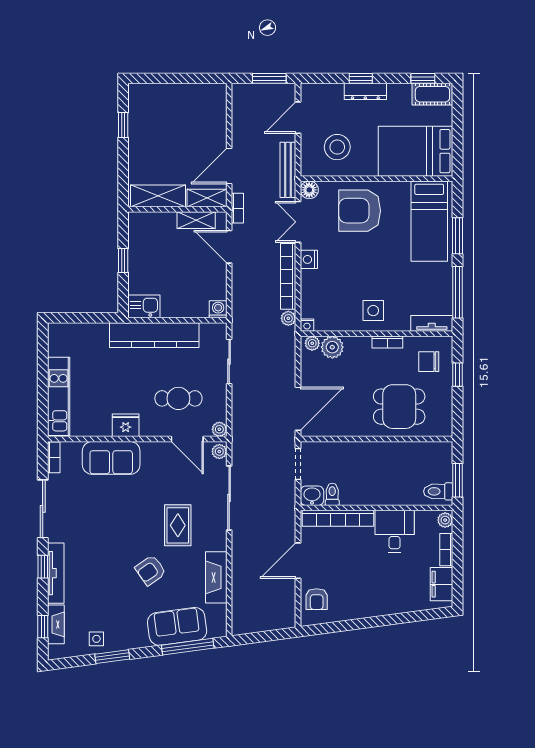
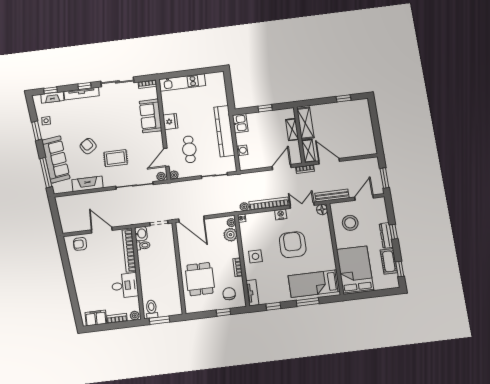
cot: (432, 94) -> (389, 261), moved
door: (298, 118) -> (364, 198), hinge flipped
armchair: (360, 211) -> (293, 245), moved
shelving: (196, 220) -> (292, 130), moved
window: (458, 292) -> (273, 306), width x0.46
washing machine: (218, 309) -> (242, 150), moved
sofa: (177, 626) -> (56, 159), width x1.36

